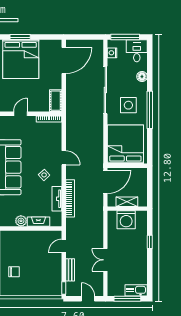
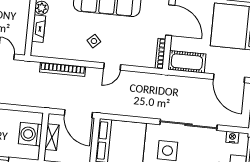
cot: (56, 101) -> (187, 62), width x1.37, depth x1.34
door: (21, 114) -> (170, 20), width x1.87
tv unit: (57, 199) -> (64, 54), removed

